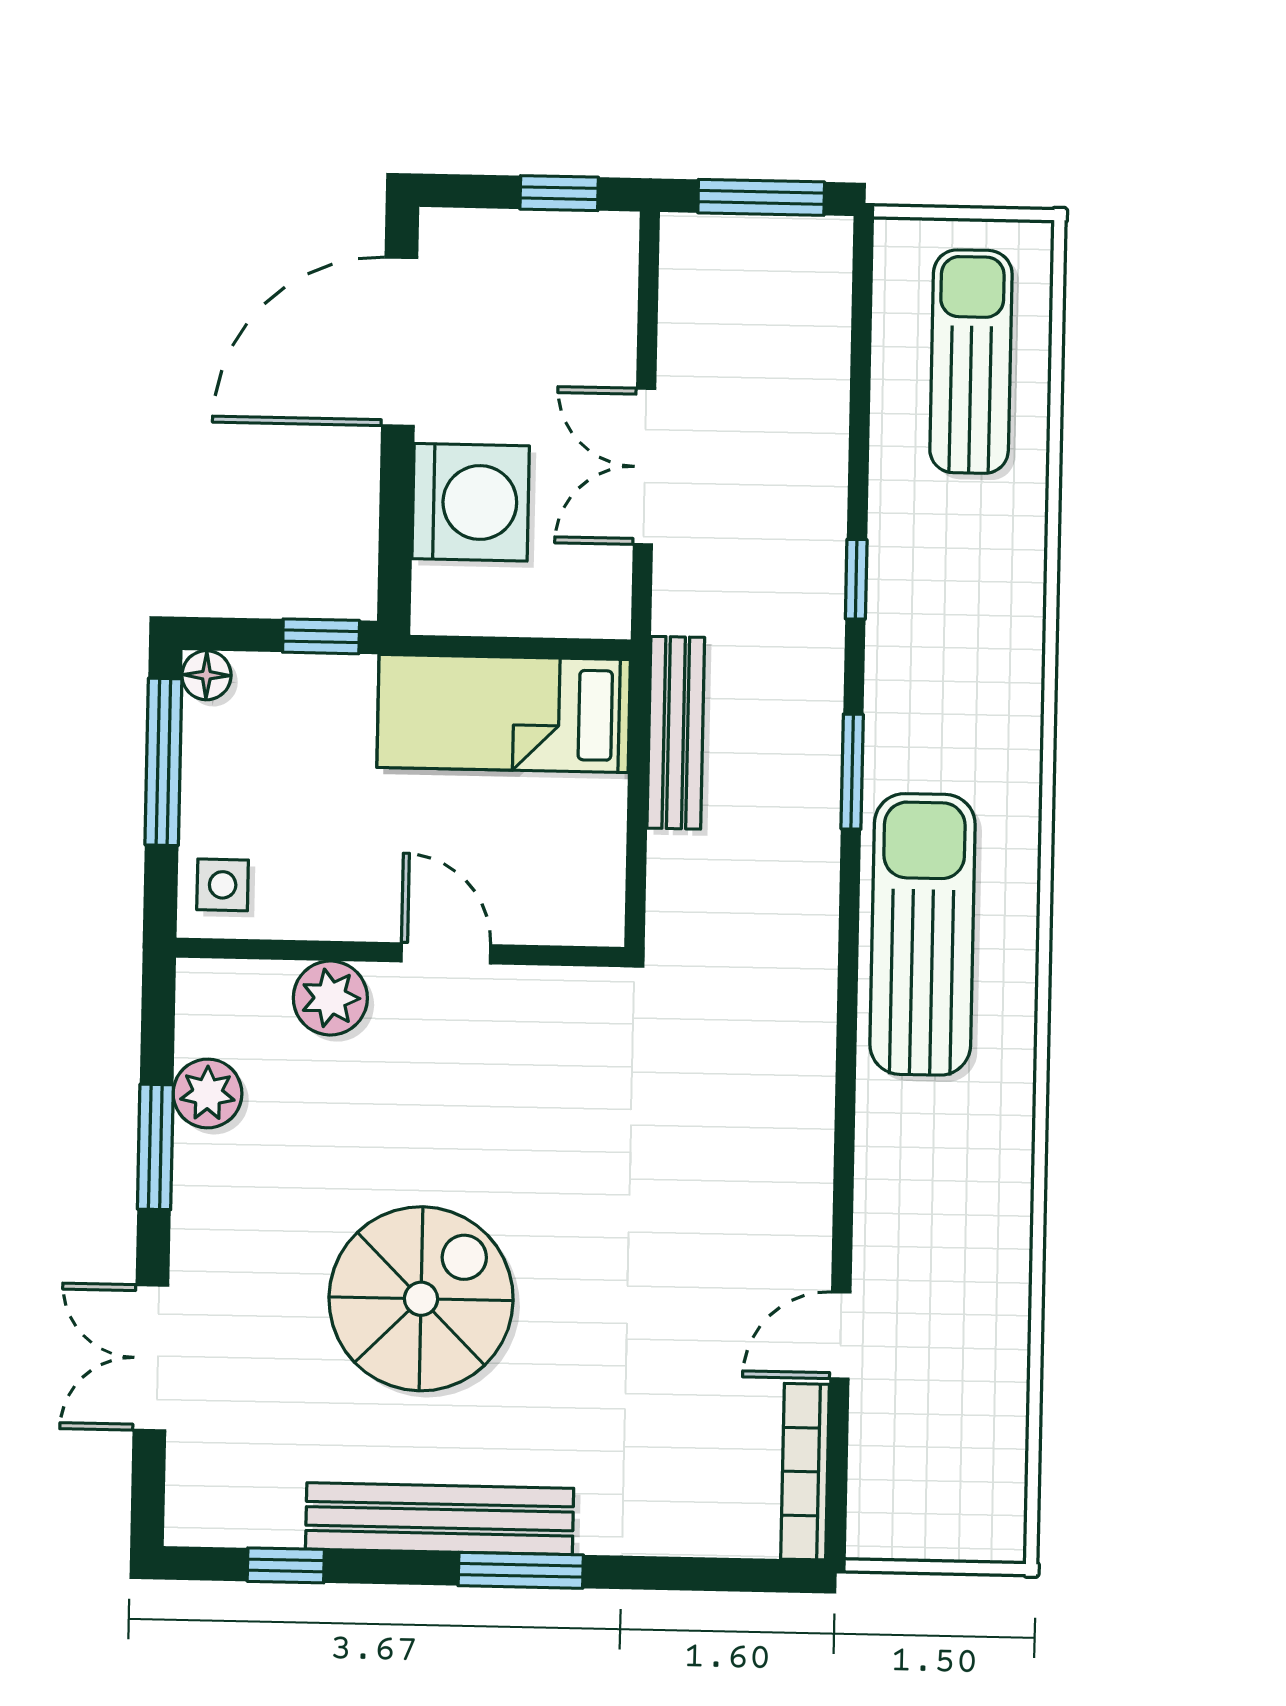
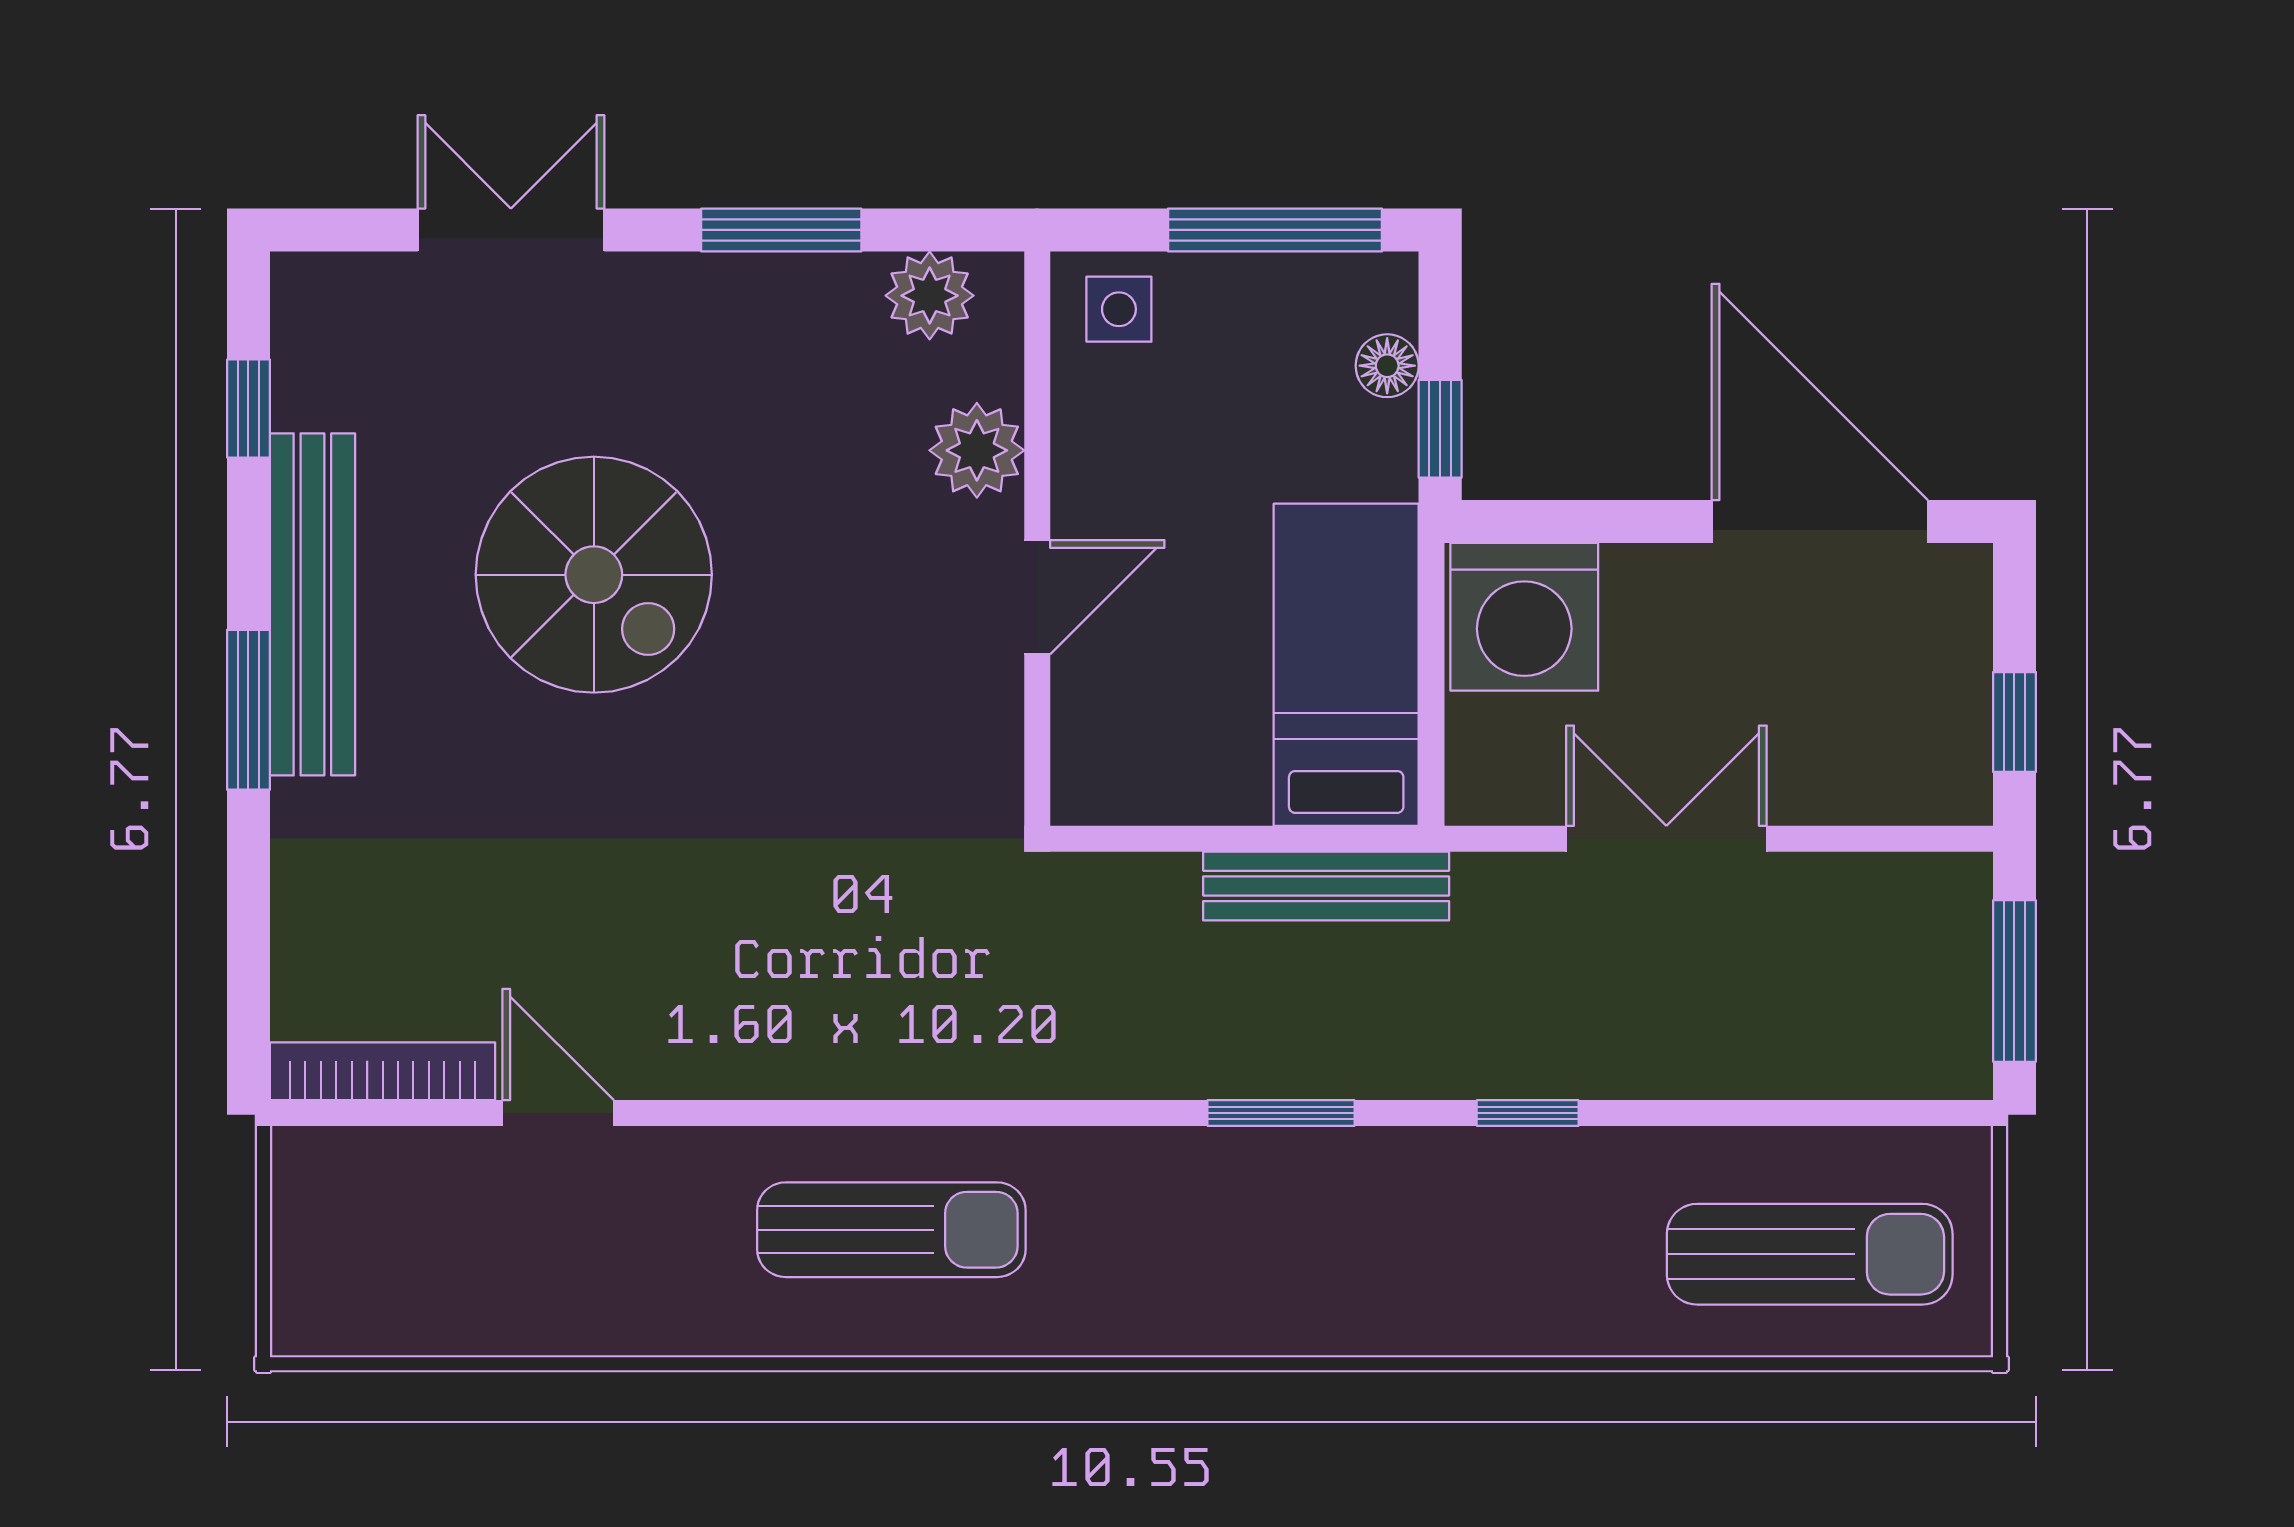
washing machine: (471, 502) -> (1524, 617), moved
floor lamp: (206, 675) -> (1387, 366), moved
sun lounger: (922, 934) -> (891, 1230), moved, width x0.73, depth x0.75
plant: (208, 1093) -> (930, 296), moved

